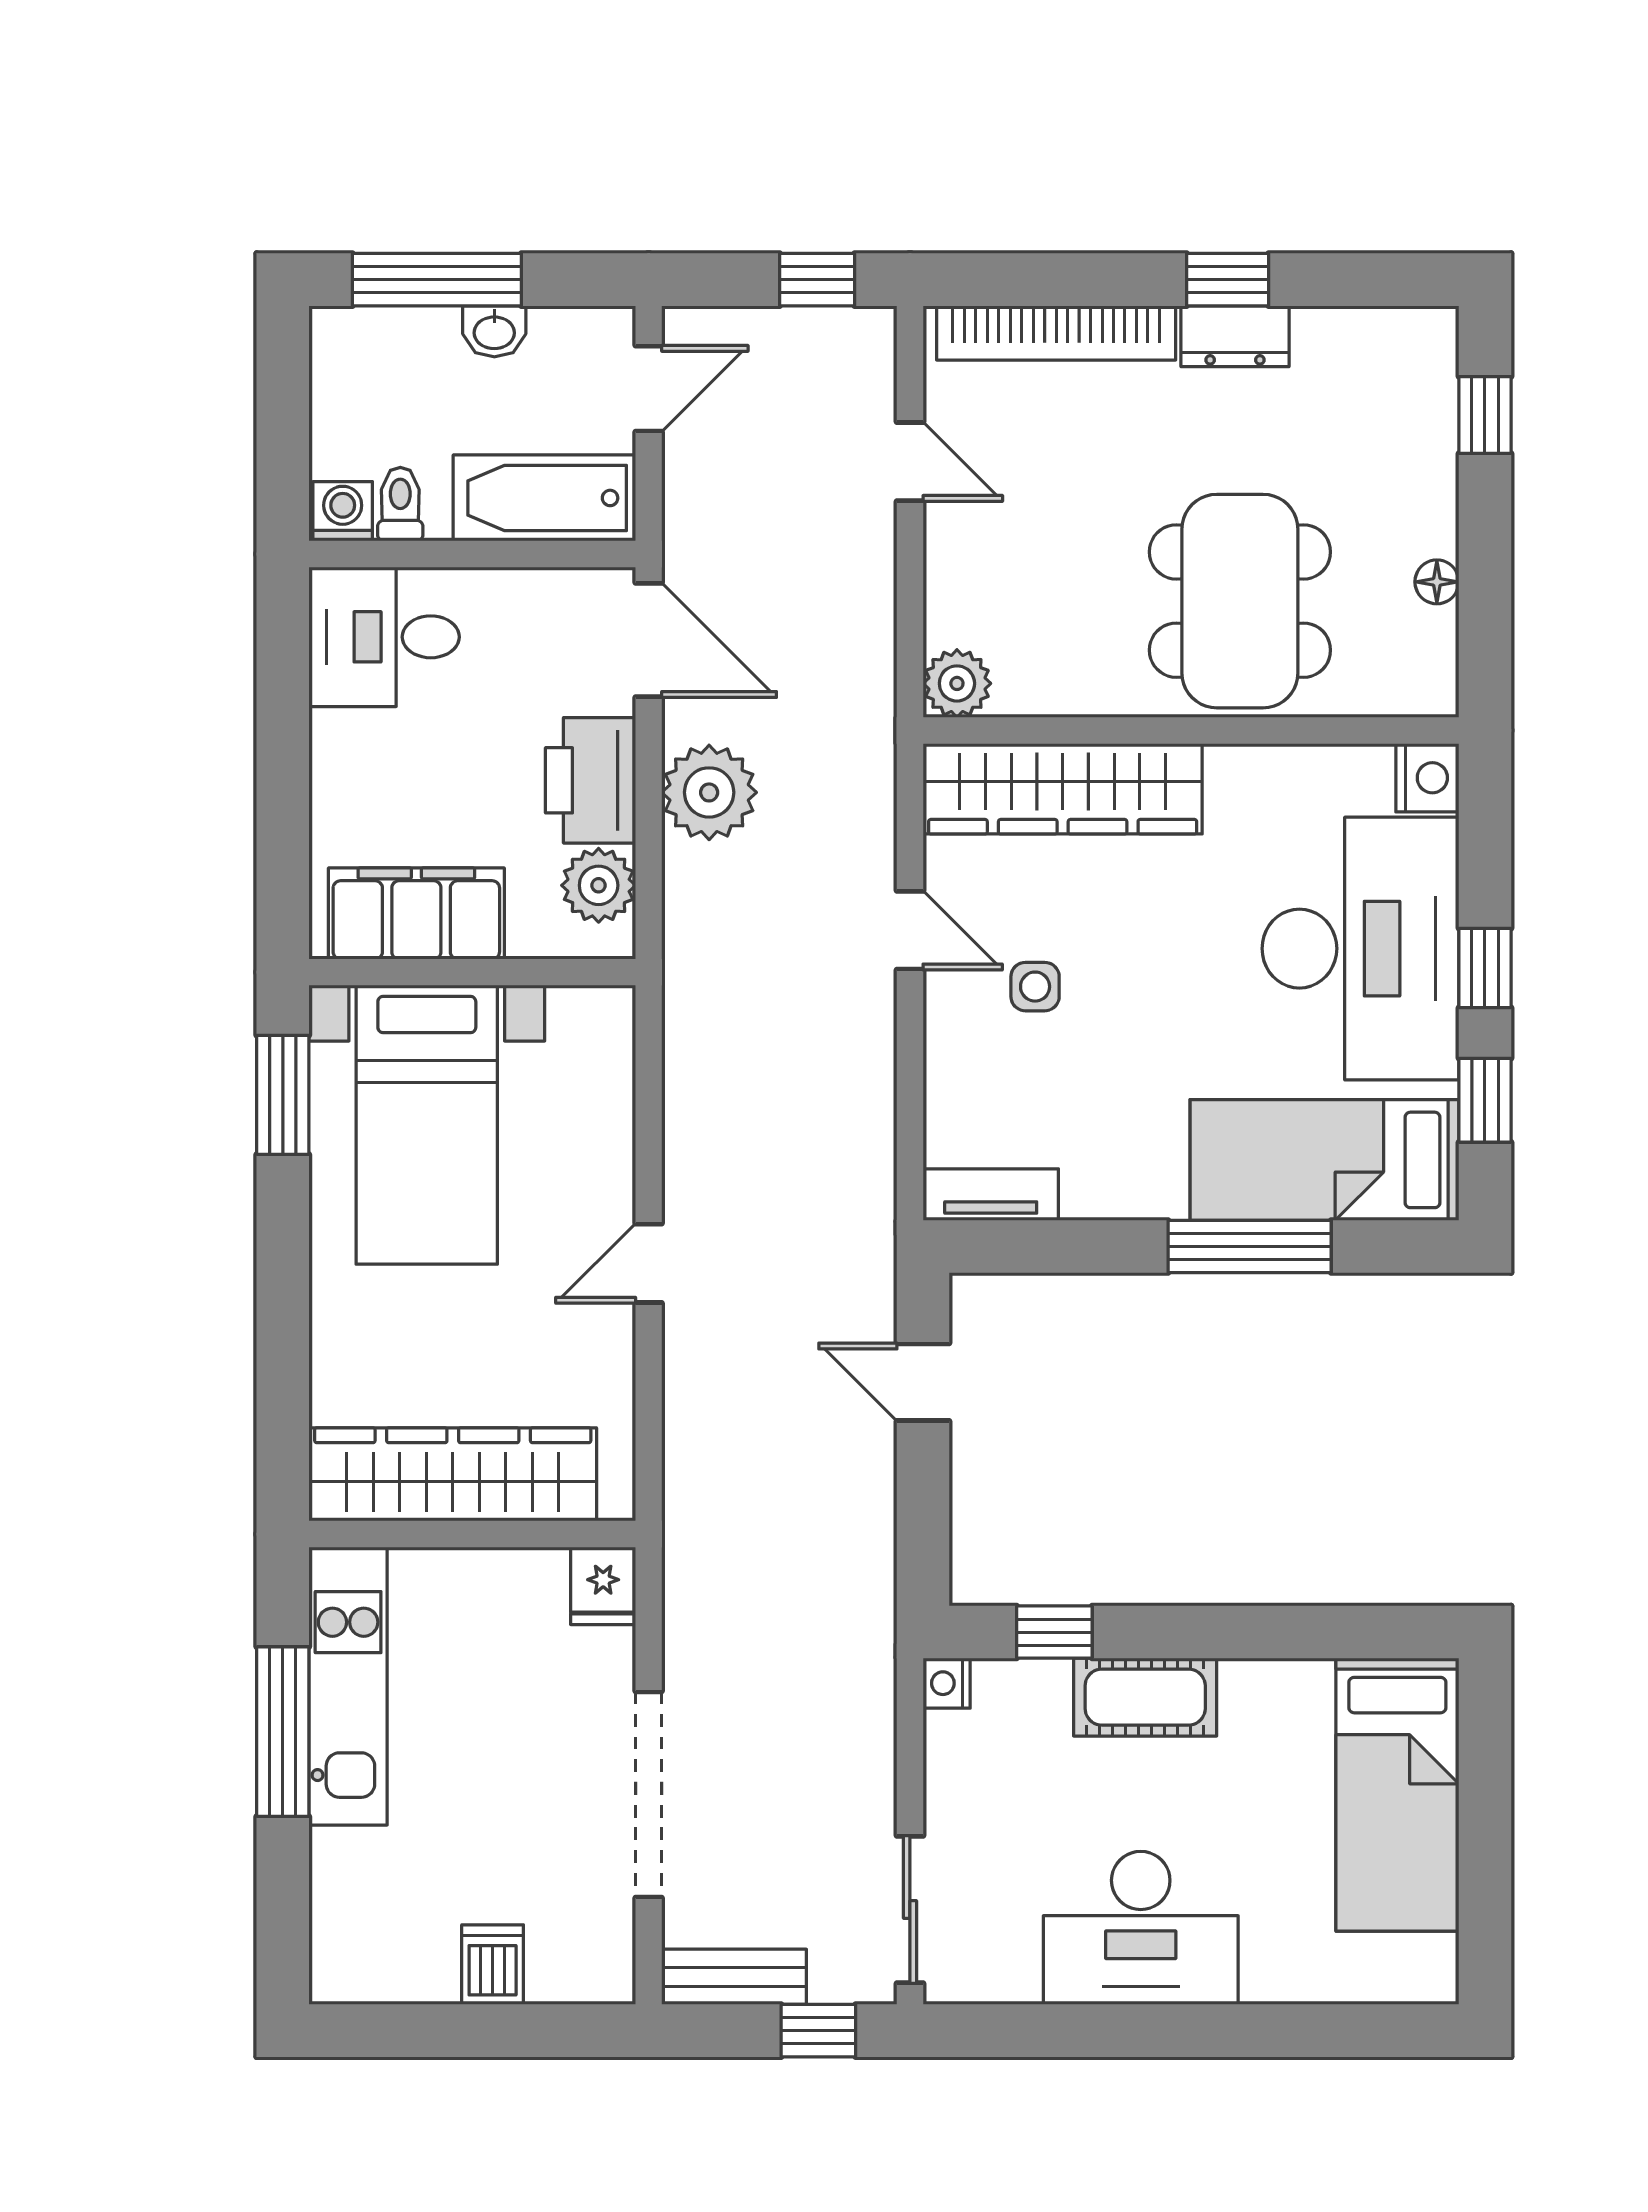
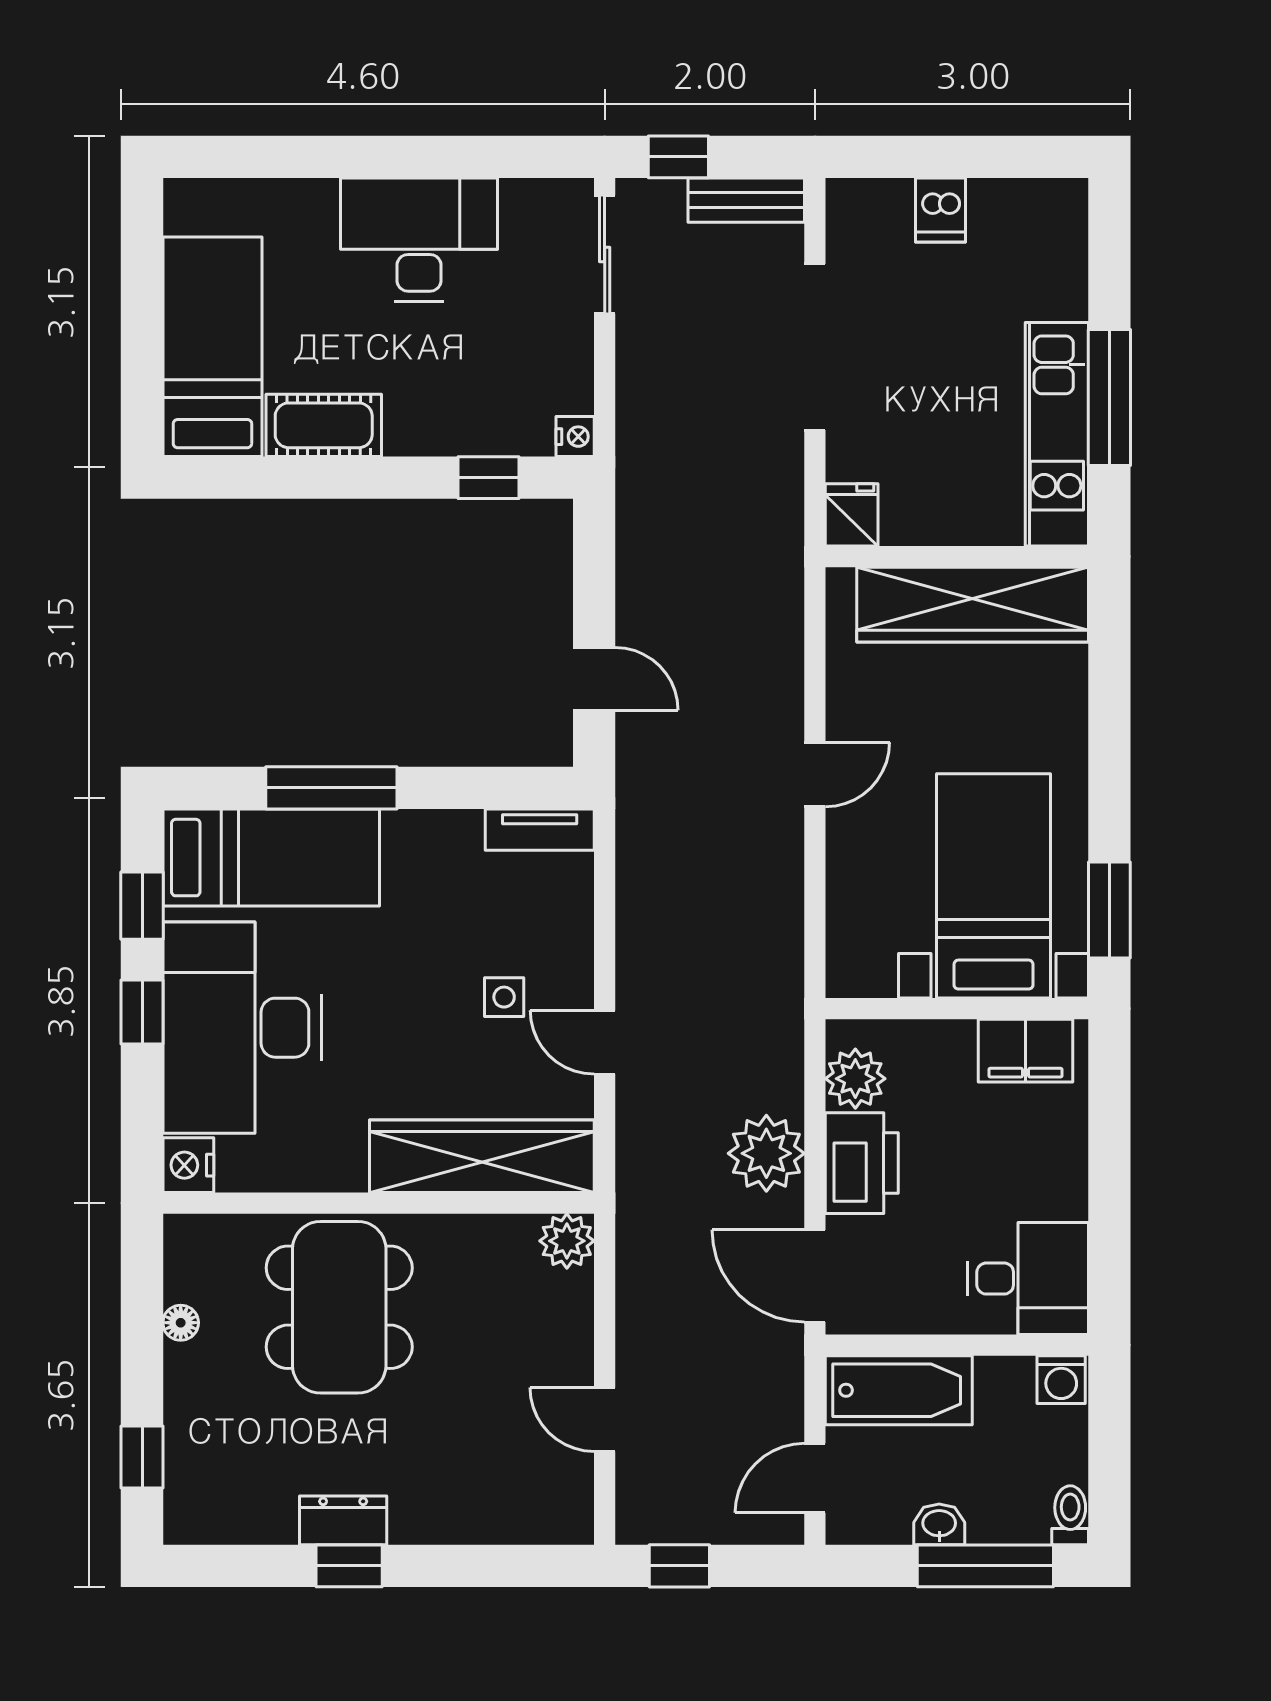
bookcase: (1056, 333) -> (487, 1523), removed
toilet: (400, 504) -> (1070, 1515), moved, turned 180
filing cabinet: (416, 914) -> (1025, 1051), width x0.67, depth x0.86
cot: (1145, 1697) -> (324, 425), moved

